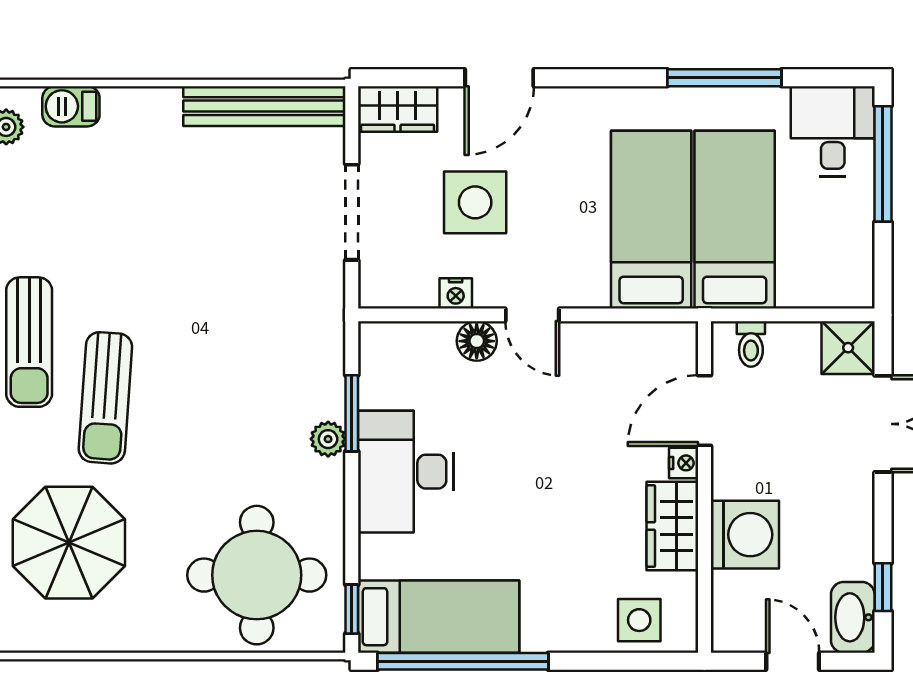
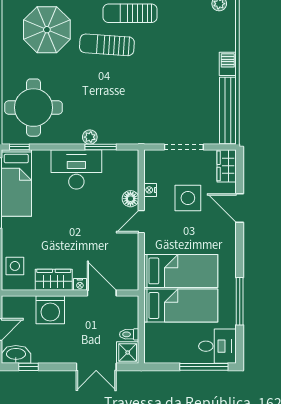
barbecue: (71, 106) -> (228, 64), moved
toilet: (751, 344) -> (129, 334), moved

